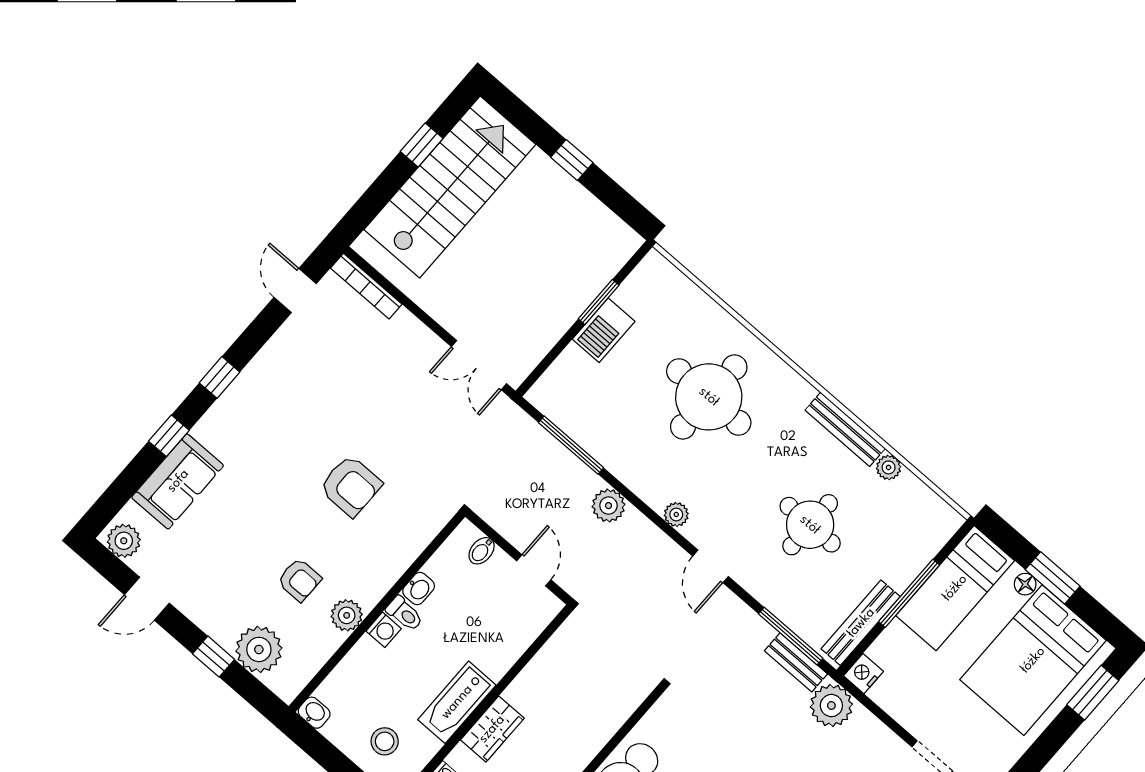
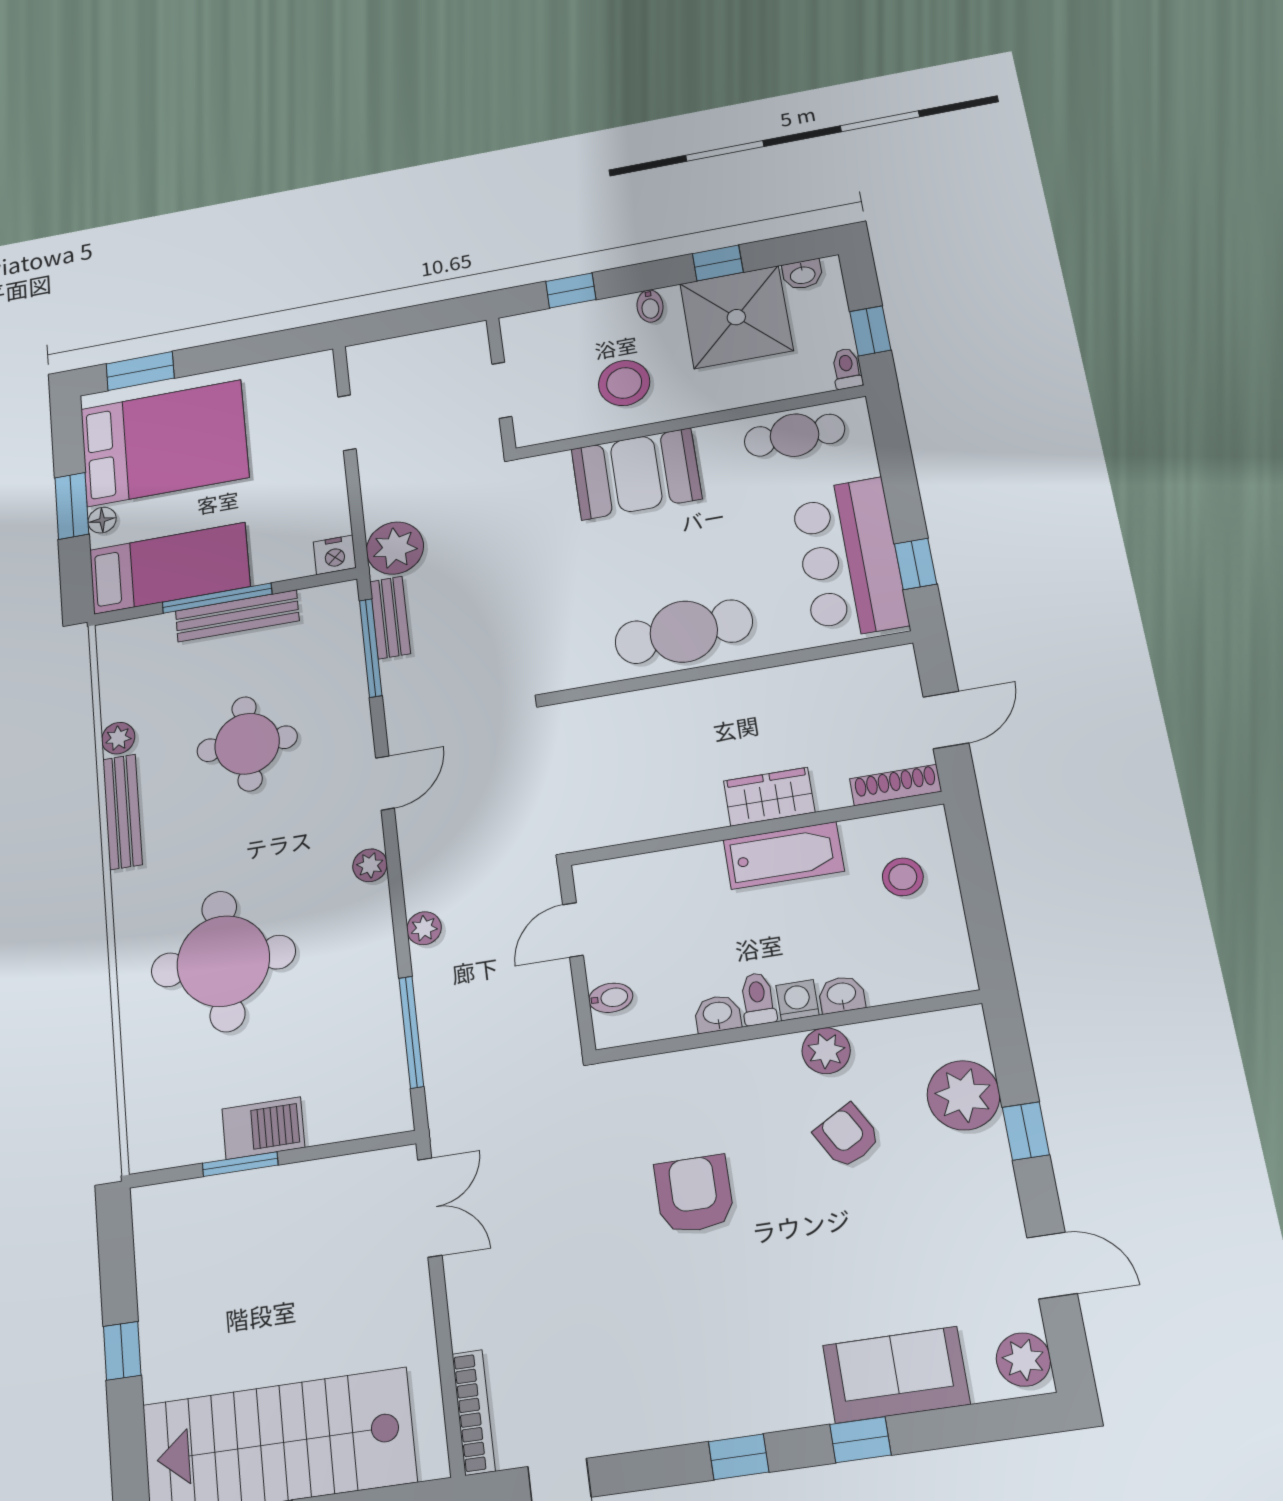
plant: (609, 506) -> (424, 928), width x0.73, depth x0.73
armchair: (299, 580) -> (847, 1136), turned -30
bench: (861, 623) -> (237, 616), moved
washbasin: (314, 713) -> (842, 995), moved, turned 90

